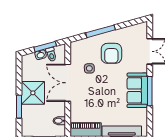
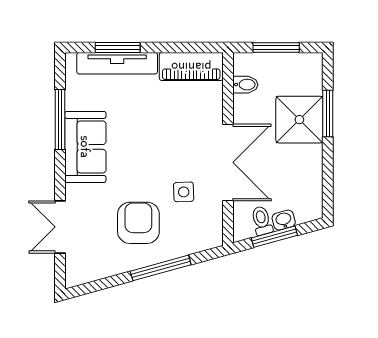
window: (150, 91) -> (60, 119), moved
shower: (33, 93) -> (299, 120), moved

